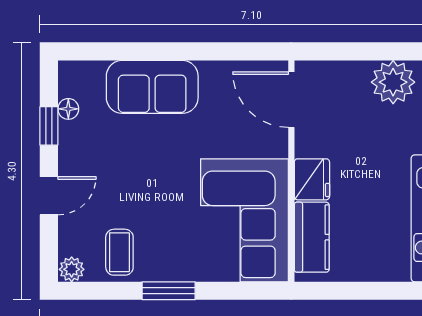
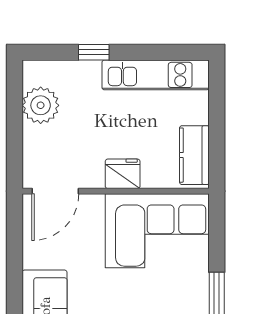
kitchen counter: (312, 237) -> (194, 155), moved, turned -90

